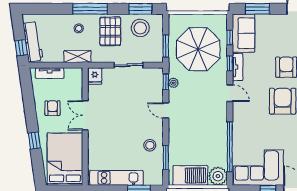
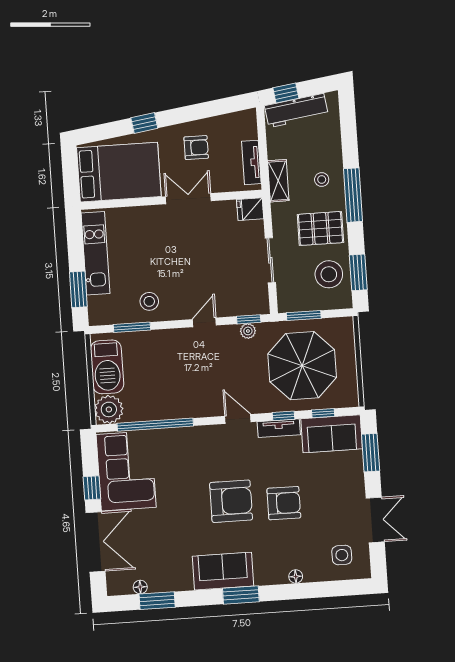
tv unit: (50, 73) -> (251, 162), moved
door: (230, 93) -> (238, 419), swing flipped

